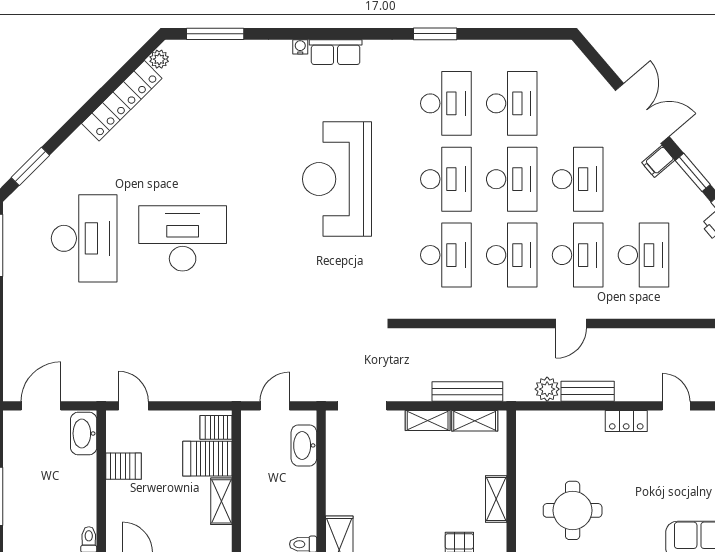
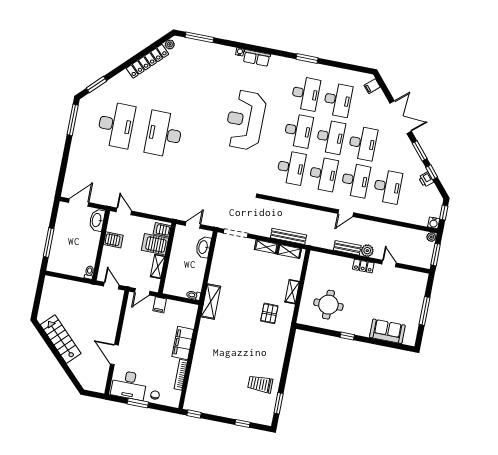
filing cabinet: (658, 161) -> (372, 86), moved
desk: (183, 238) -> (164, 134), turned -90
plant: (547, 389) -> (367, 251), moved

